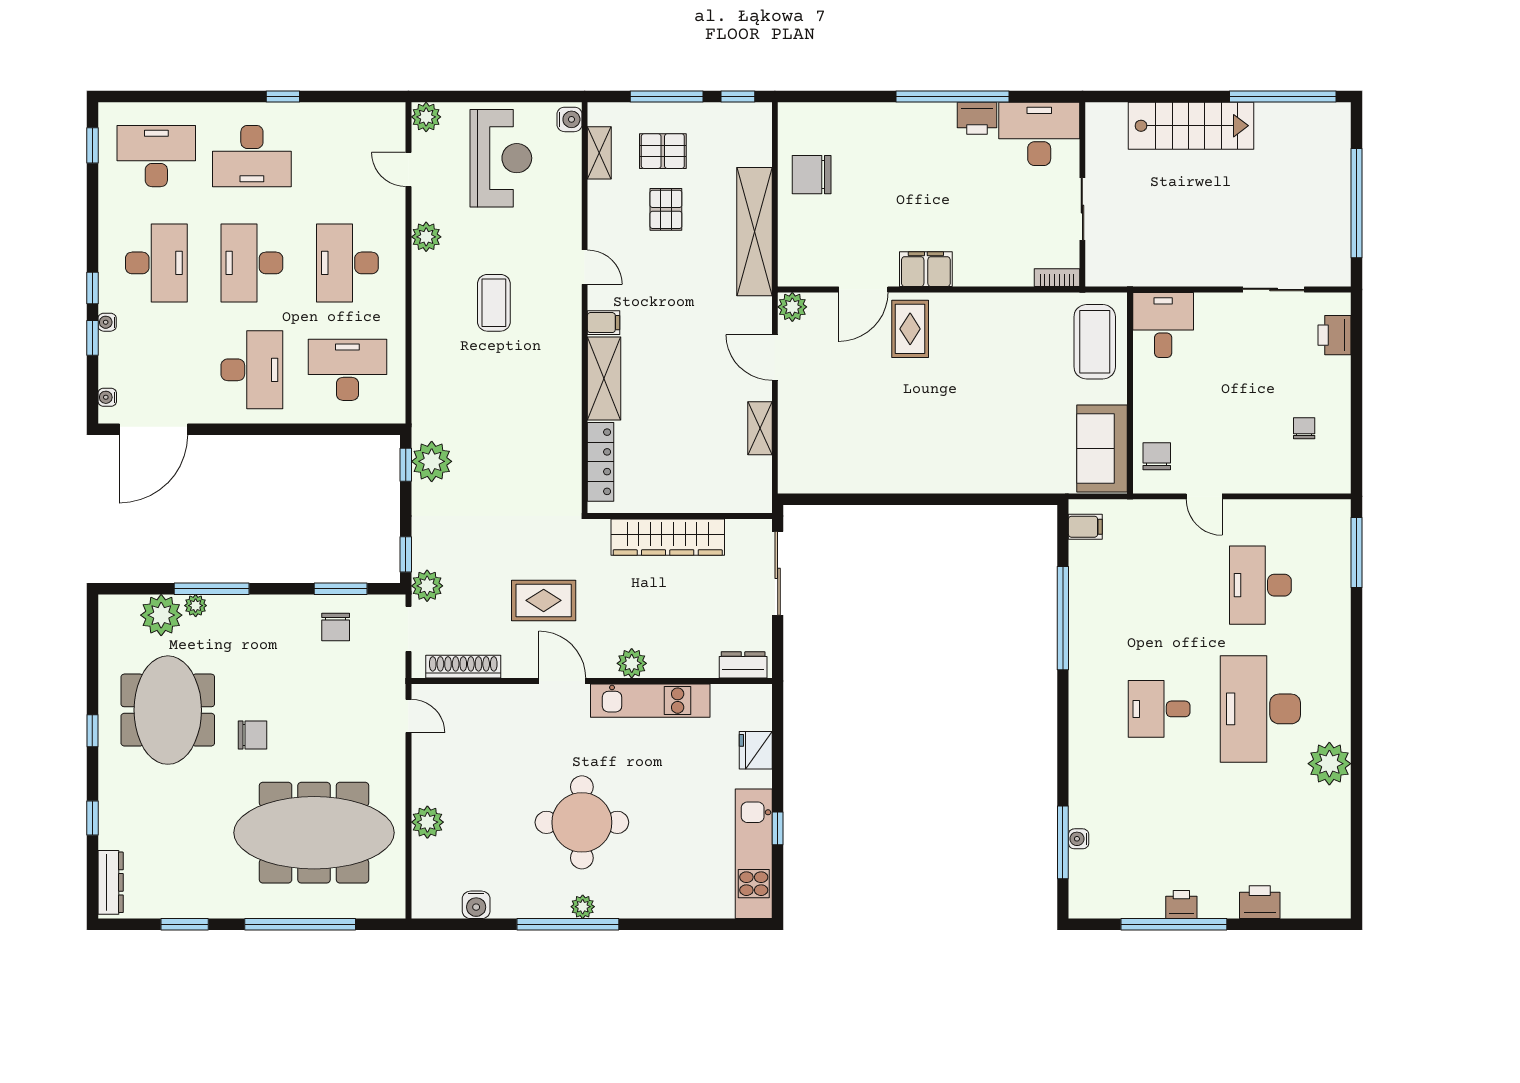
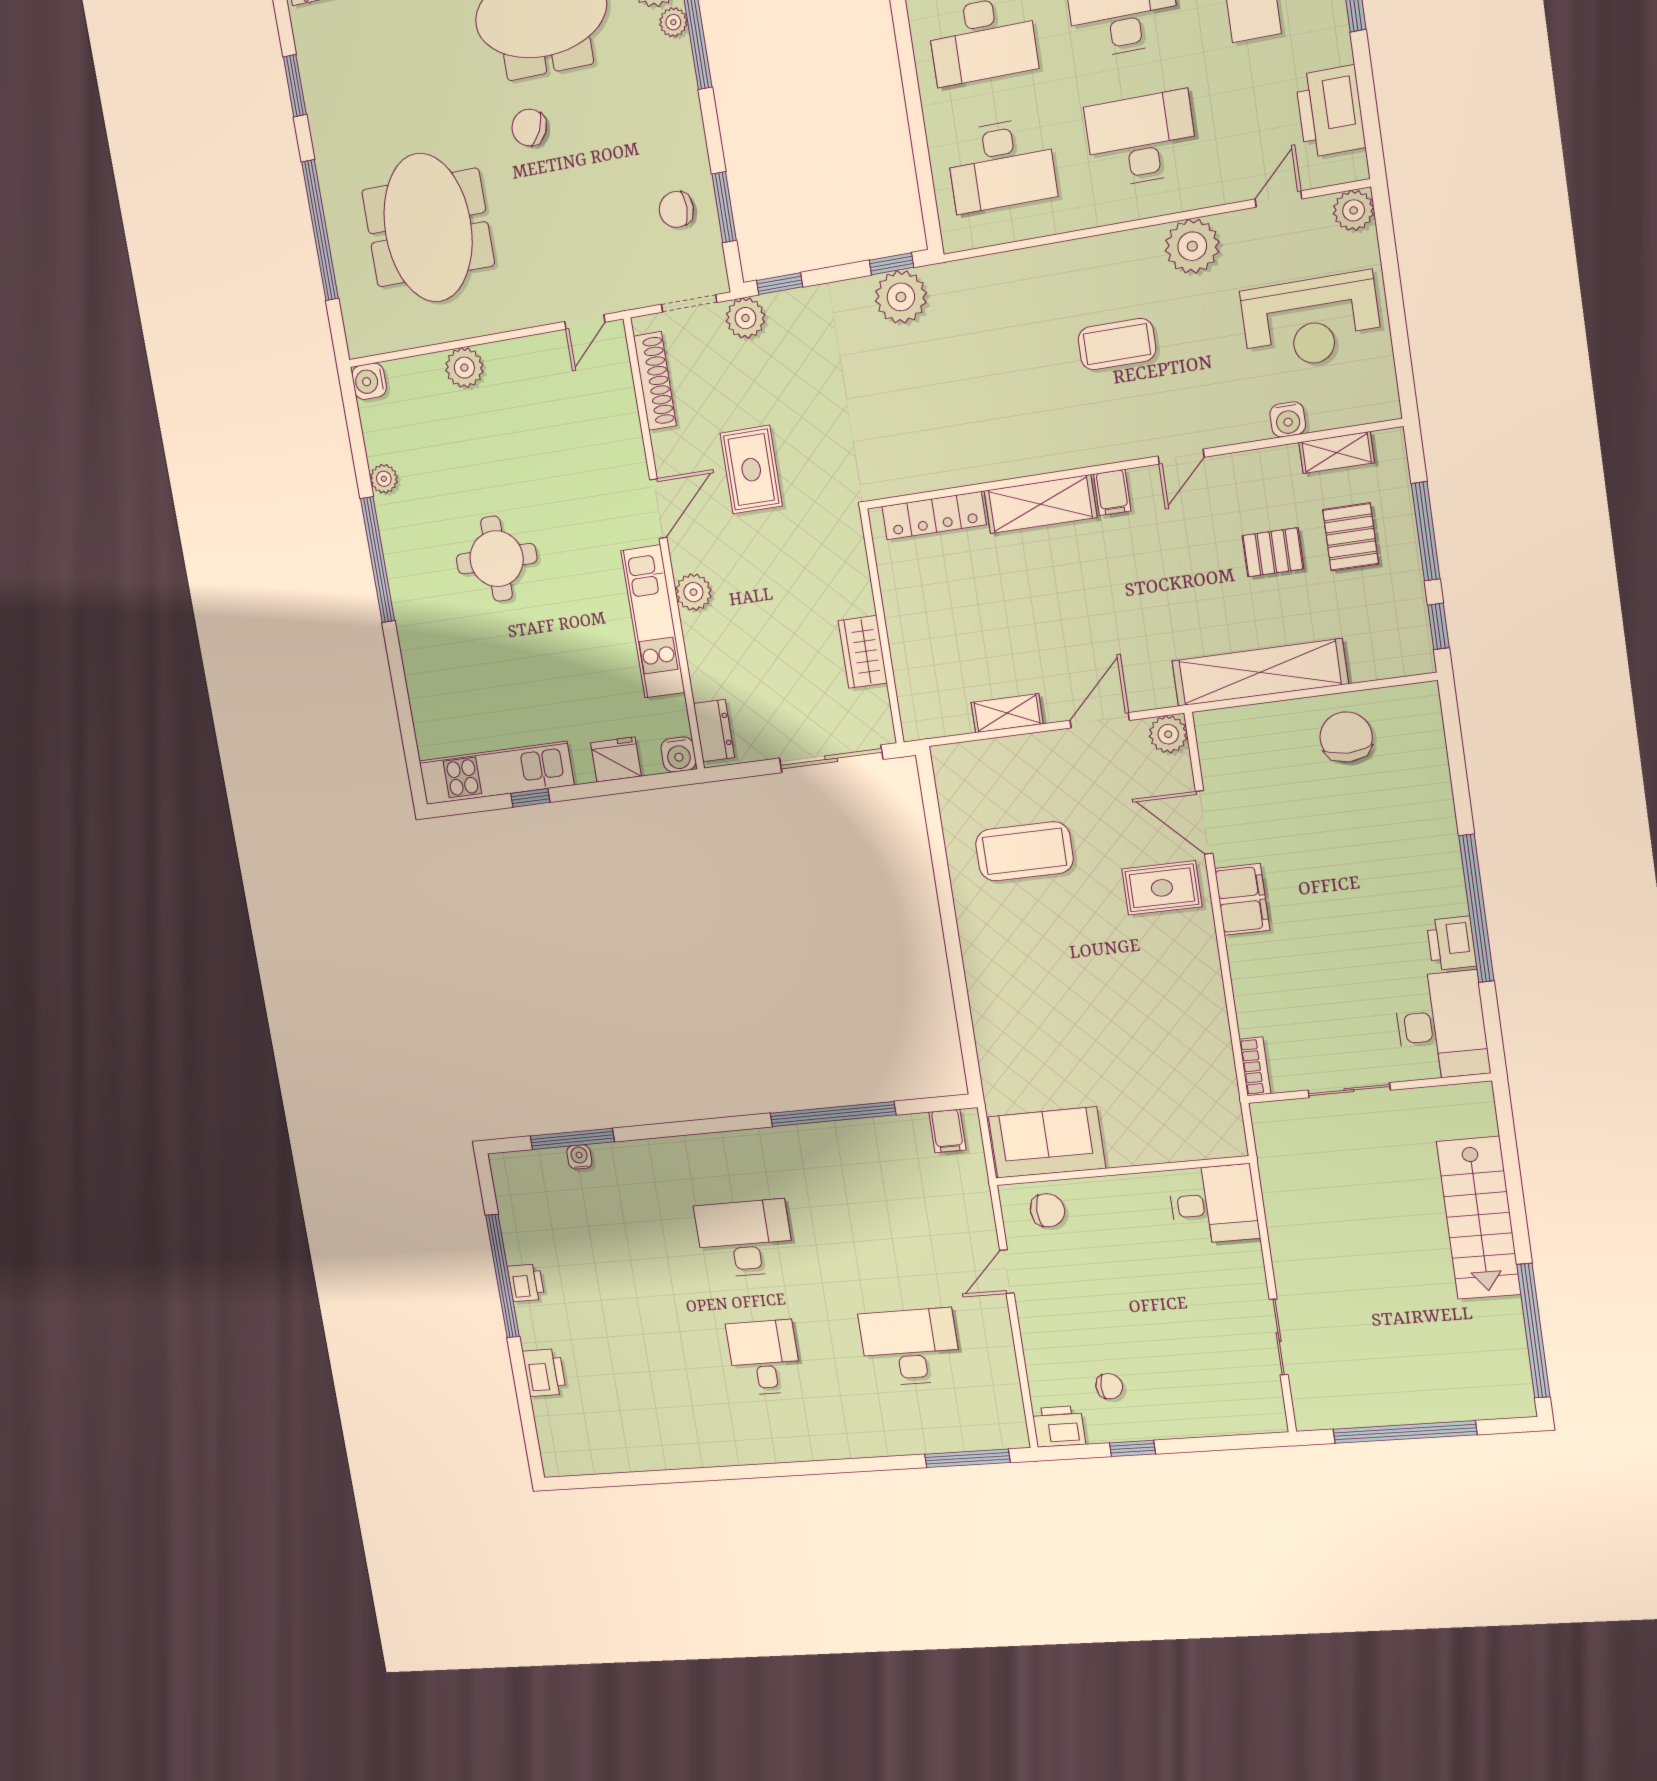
water cooler: (570, 119) -> (1288, 419), moved
printer: (353, 124) -> (1330, 112), added
plant: (426, 237) -> (1192, 246), width x1.36, depth x1.36
printer: (1335, 335) -> (1059, 1426), moved
coffee table: (1095, 342) -> (1024, 851), moved
desk: (347, 370) -> (1001, 165), turned 90
window: (1357, 417) -> (1132, 1448), added
wardrobe: (668, 537) -> (863, 652), width x0.48, depth x0.85
water cooler: (758, 697) -> (679, 754), added
desk: (1159, 709) -> (744, 1238), width x1.37
desk: (1260, 709) -> (764, 1357), width x0.53, depth x0.77
chair: (253, 735) -> (529, 127), turned 116
plant: (1329, 764) -> (714, 1442), removed
round table: (582, 822) -> (497, 559), width x0.73, depth x0.73
meeting table: (314, 833) -> (428, 228), width x0.73
water cooler: (476, 905) -> (369, 381), moved
plant: (583, 907) -> (384, 479), moved

